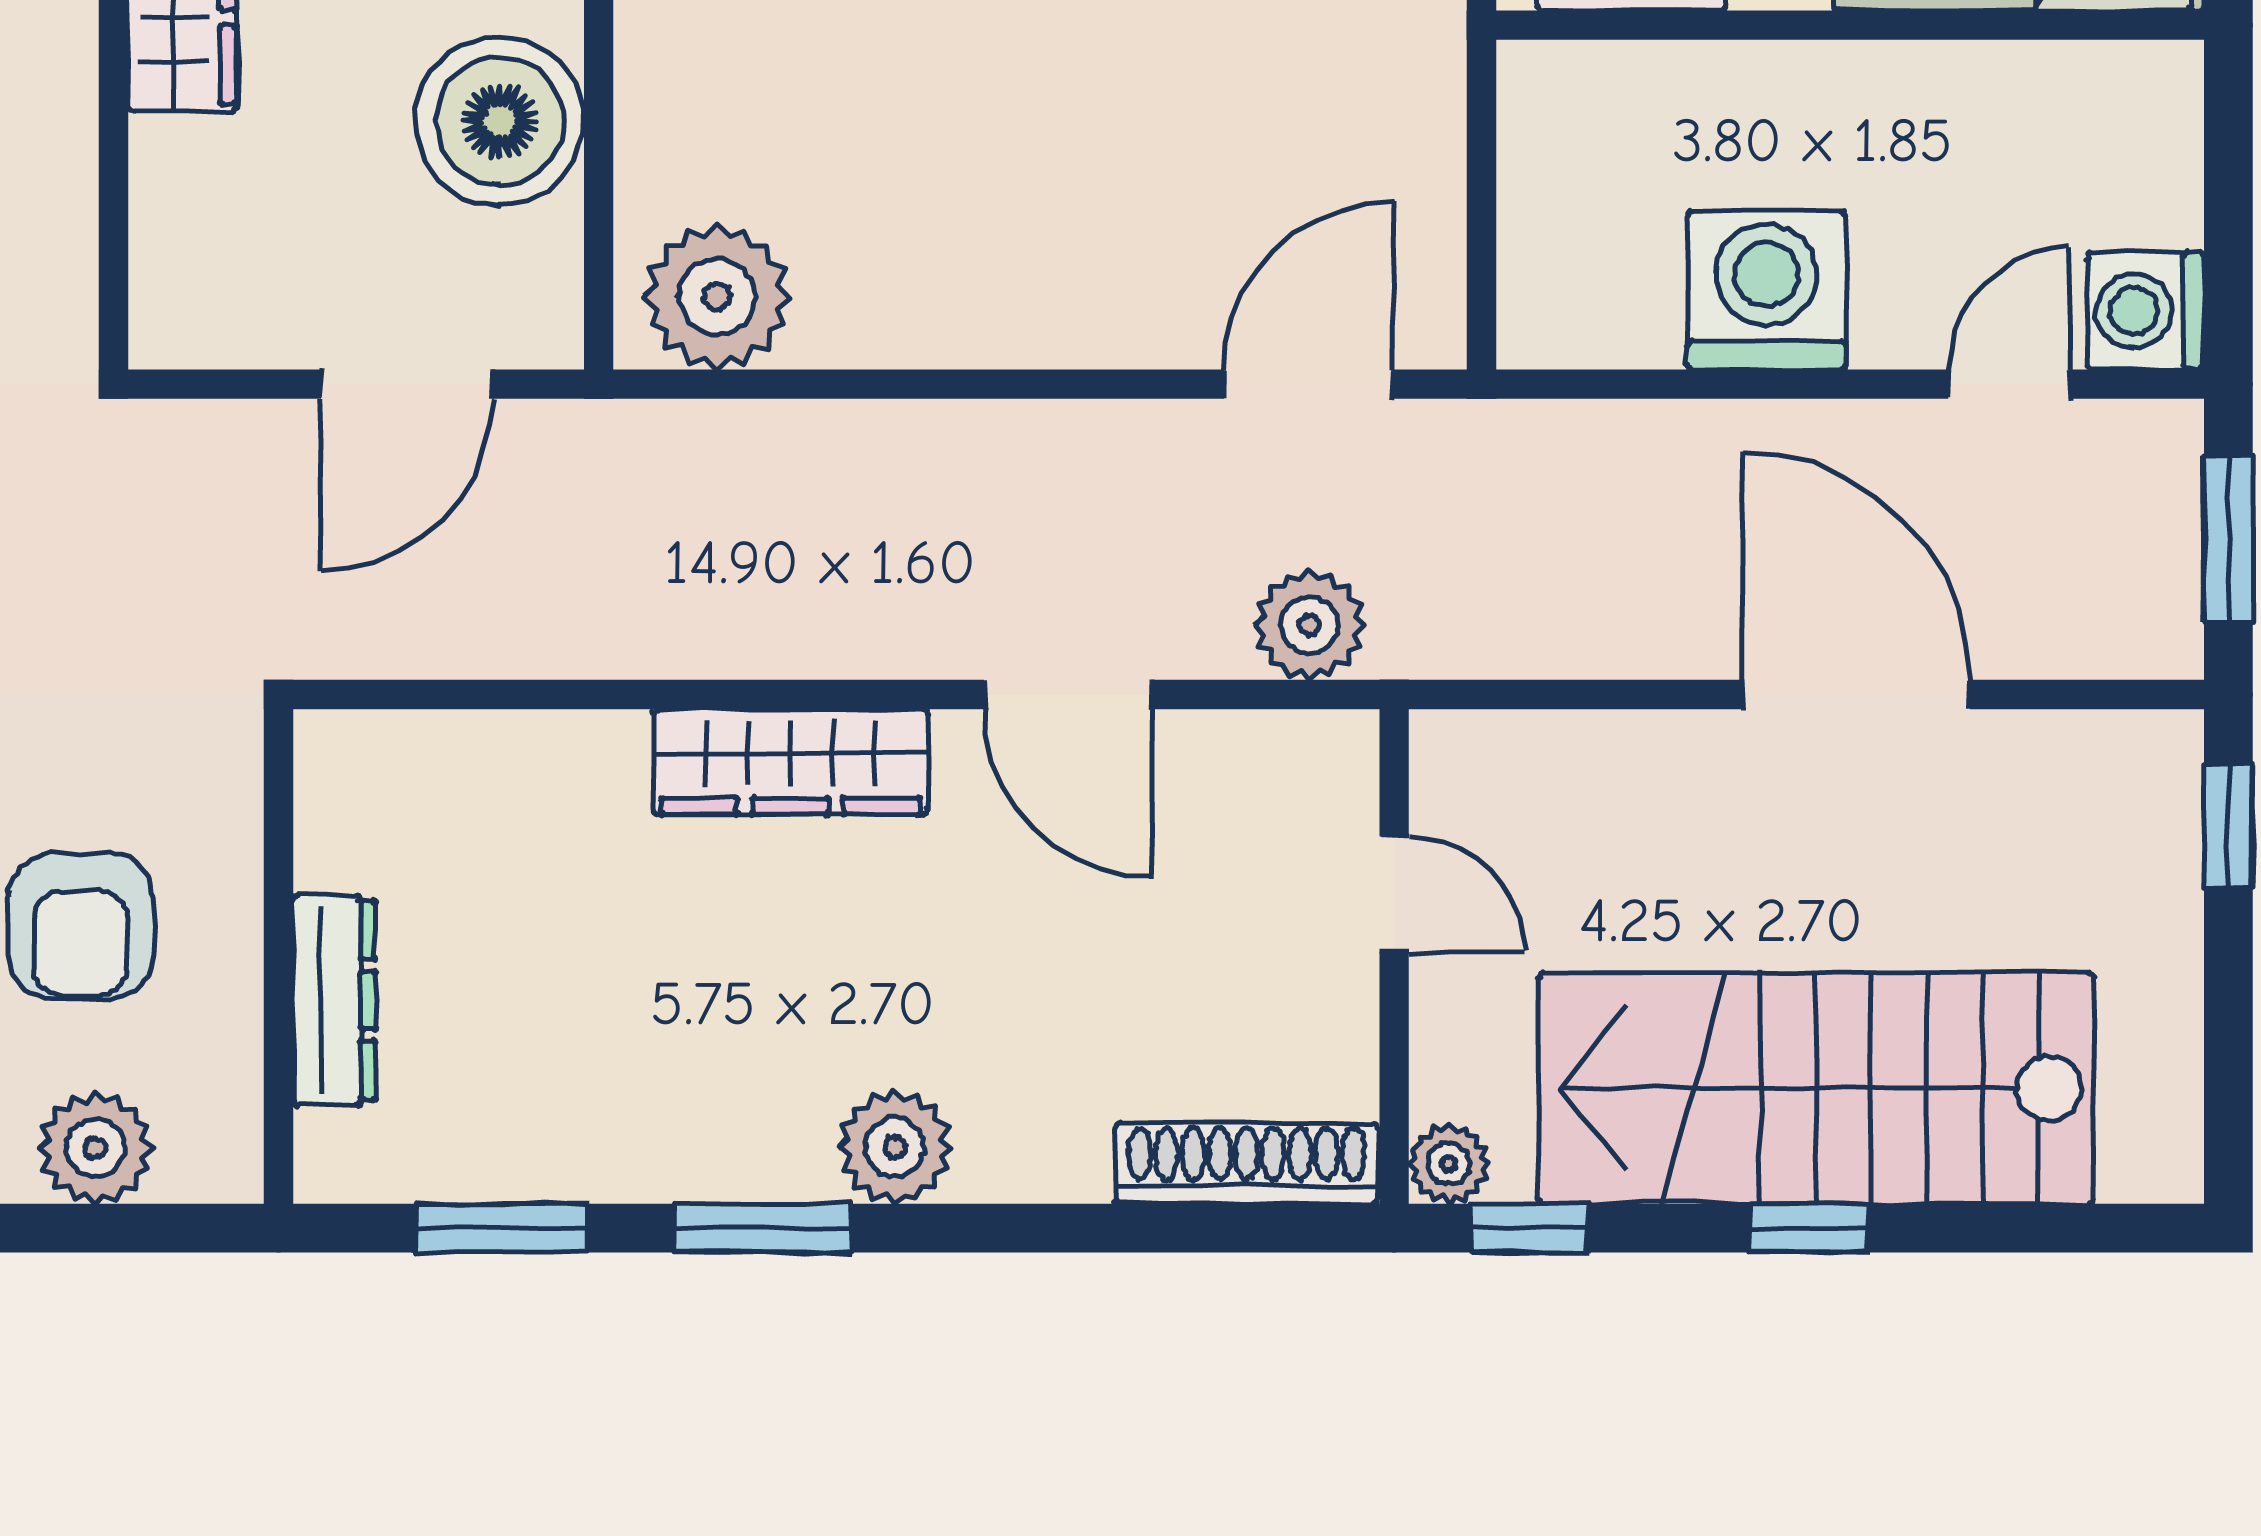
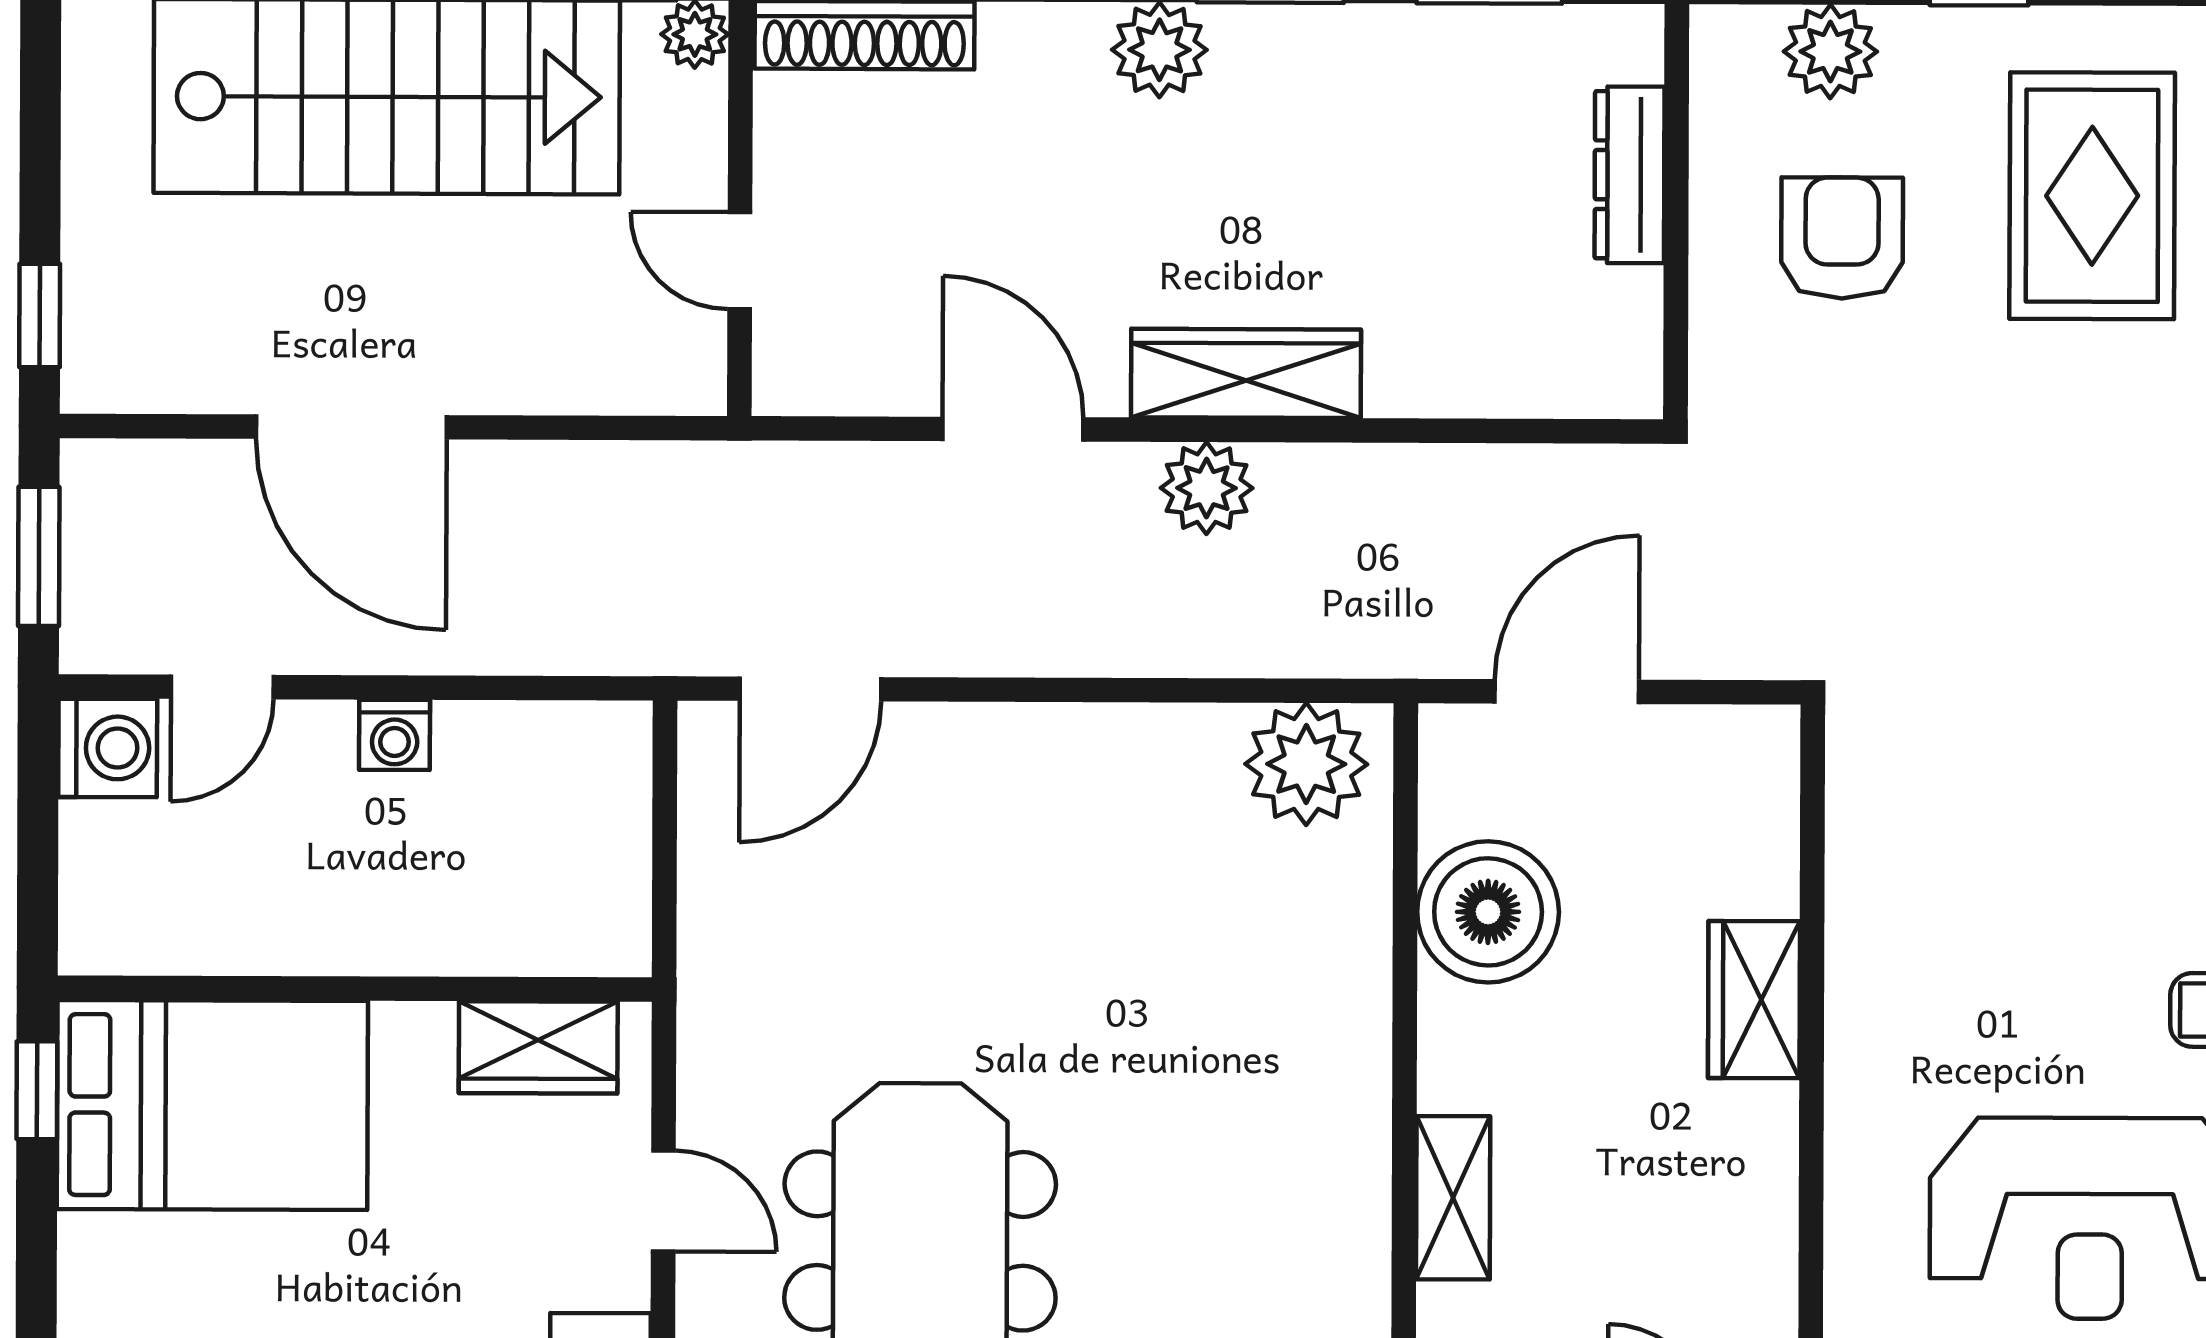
washing machine: (1766, 290) -> (395, 735), width x0.53, depth x0.53
plant: (1309, 625) -> (1207, 488), moved

